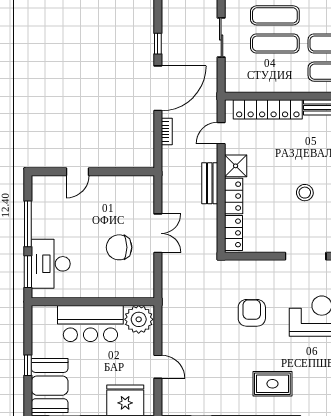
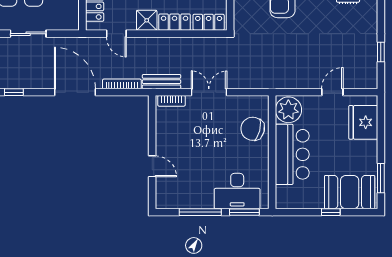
window: (158, 44) -> (14, 92), moved
bookcase: (167, 131) -> (122, 84), width x1.56
bench: (210, 183) -> (161, 82), moved
bookcase: (148, 193) -> (171, 101), added
chair: (119, 247) -> (253, 129), moved, turned 104

